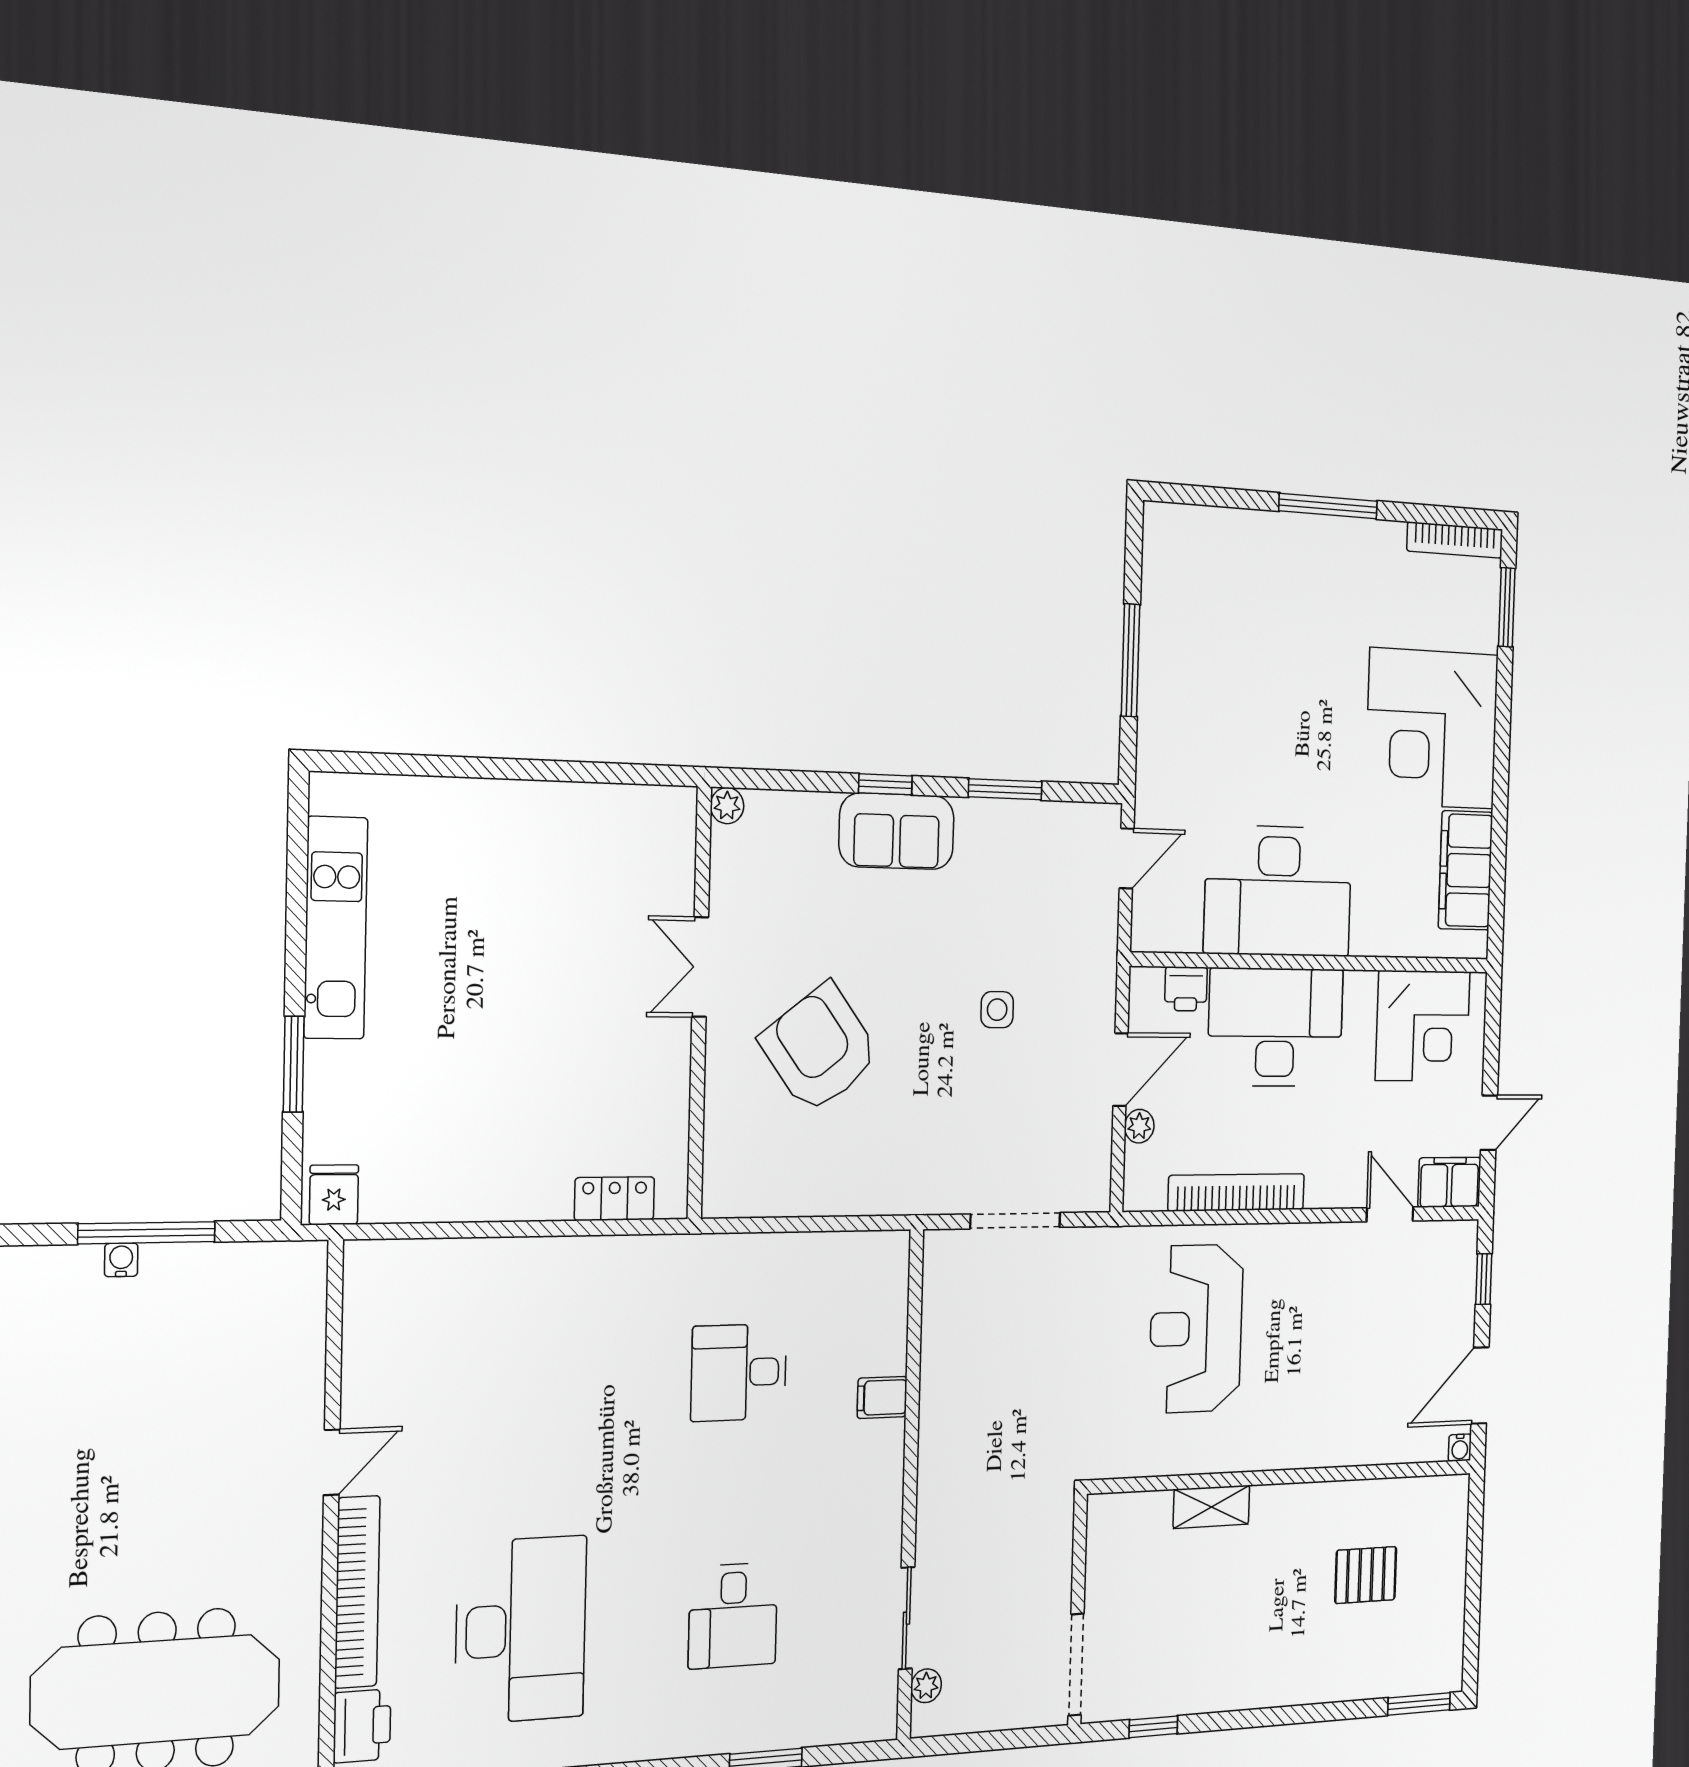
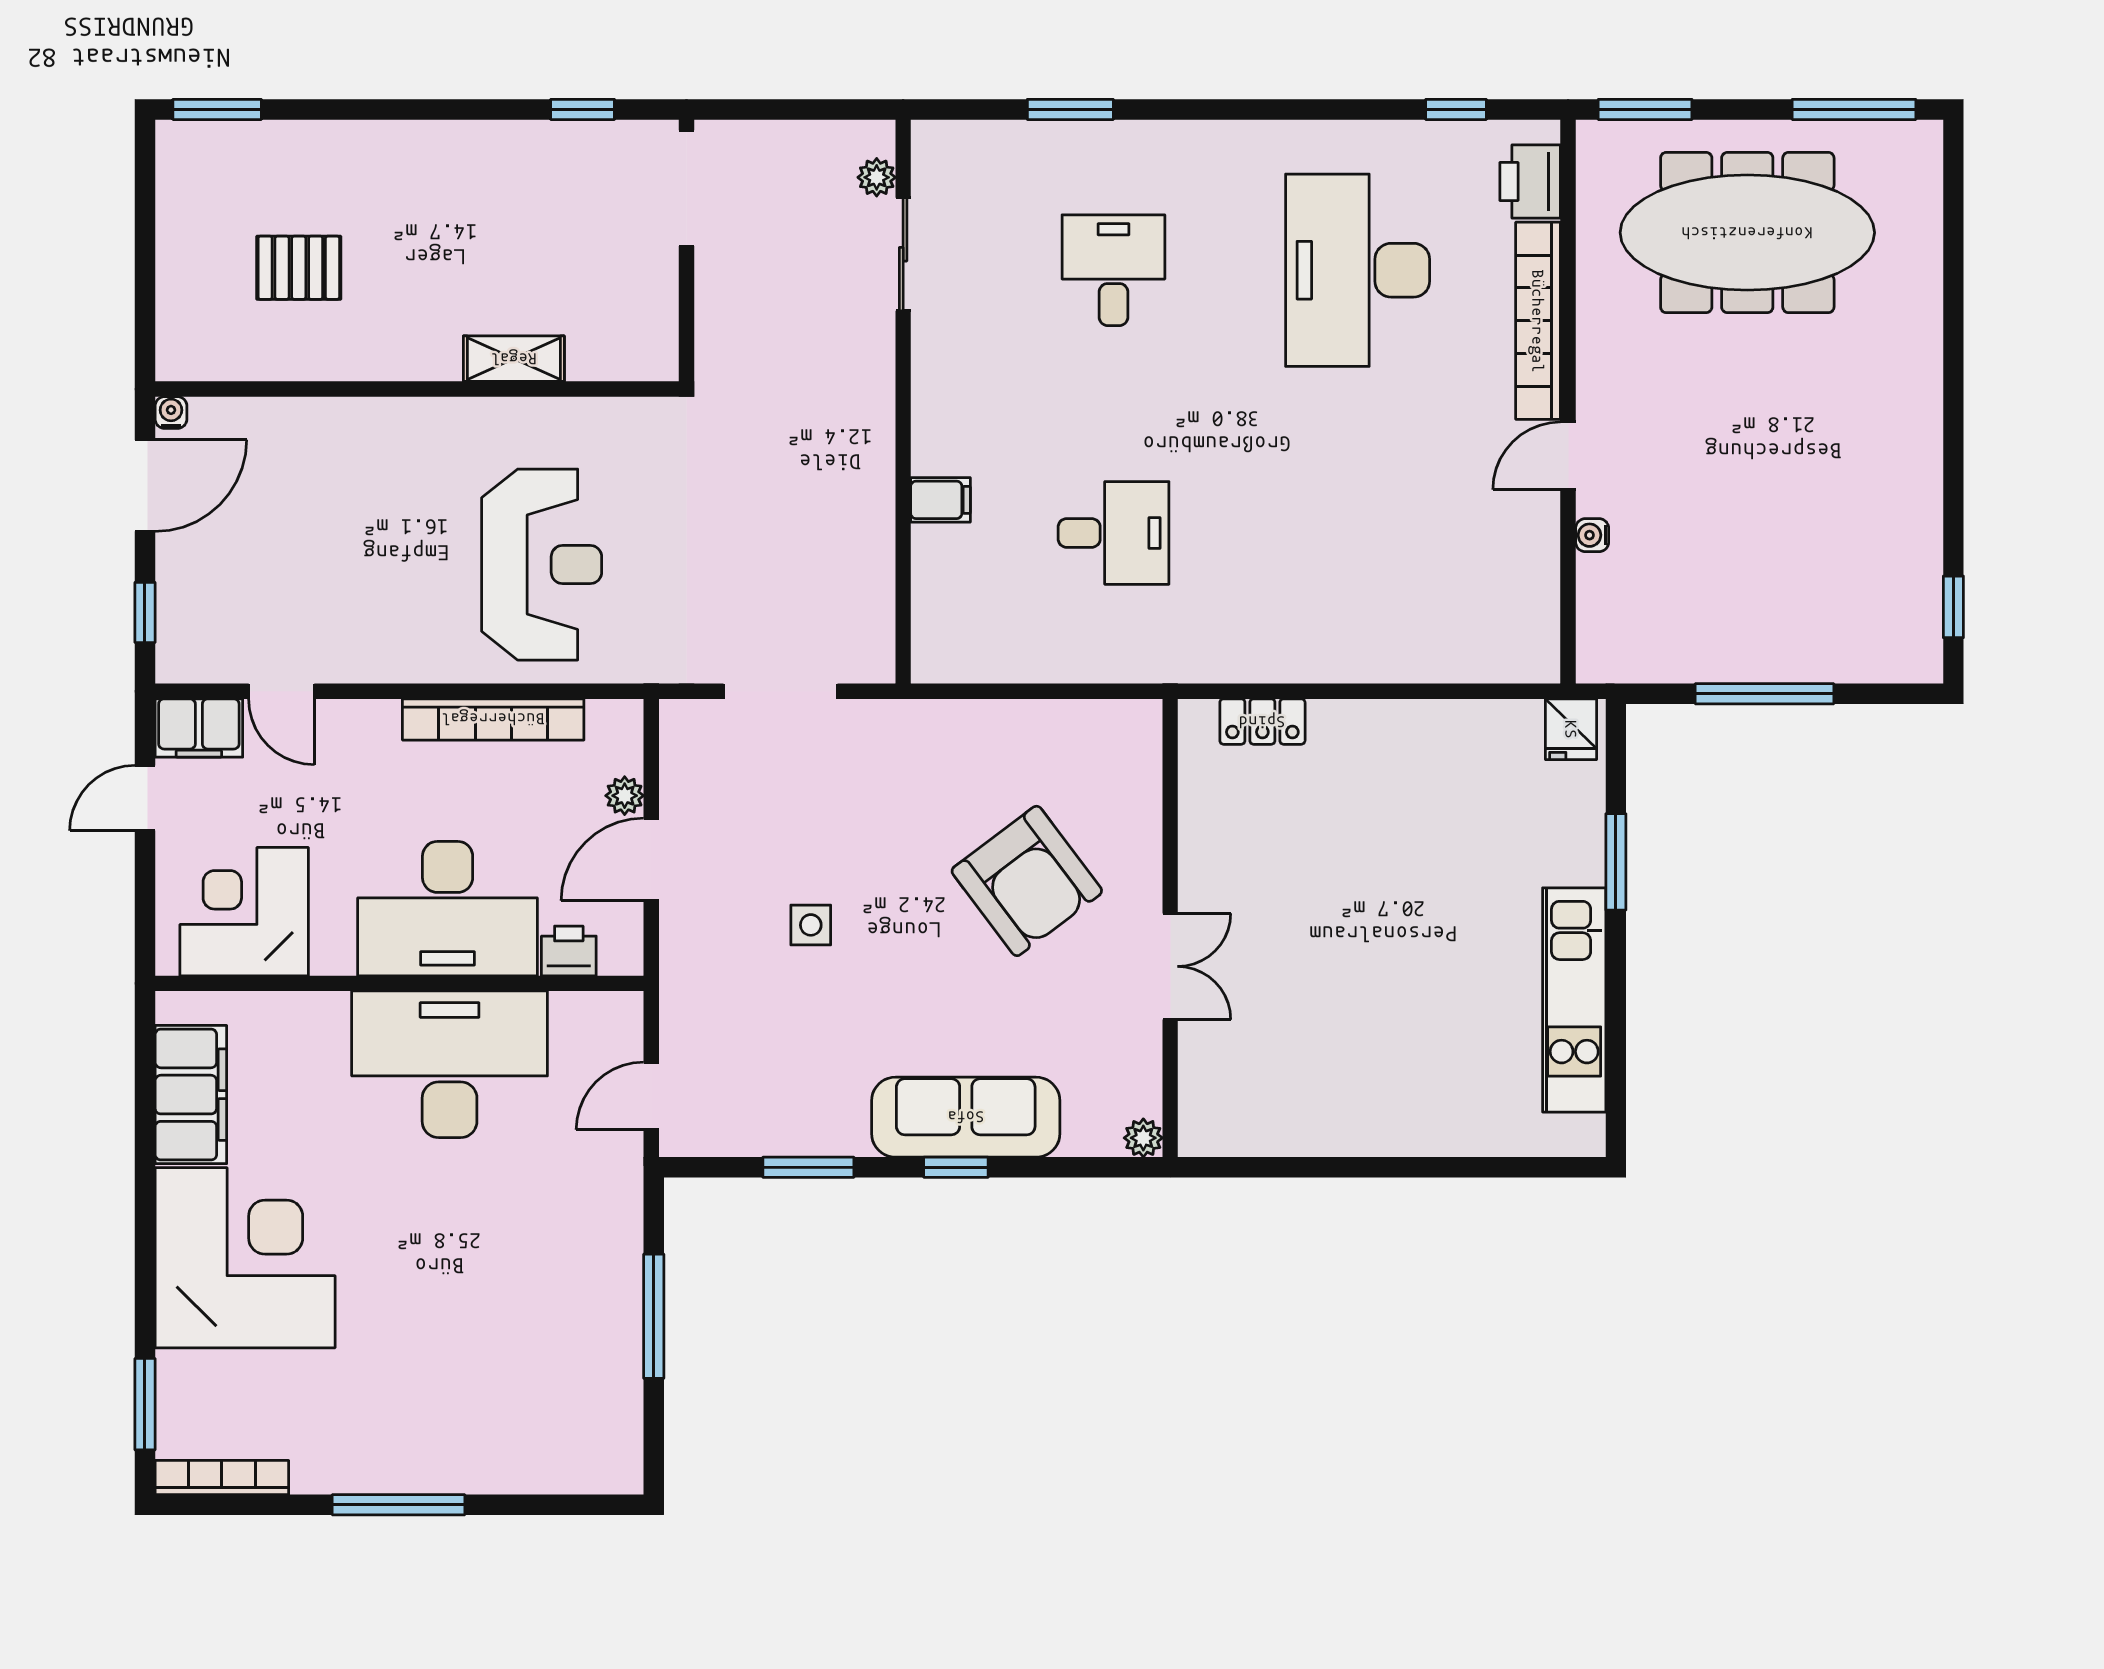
sofa: (897, 831) -> (966, 1117), width x1.36
water cooler: (121, 1260) -> (1592, 535), moved, turned 90

